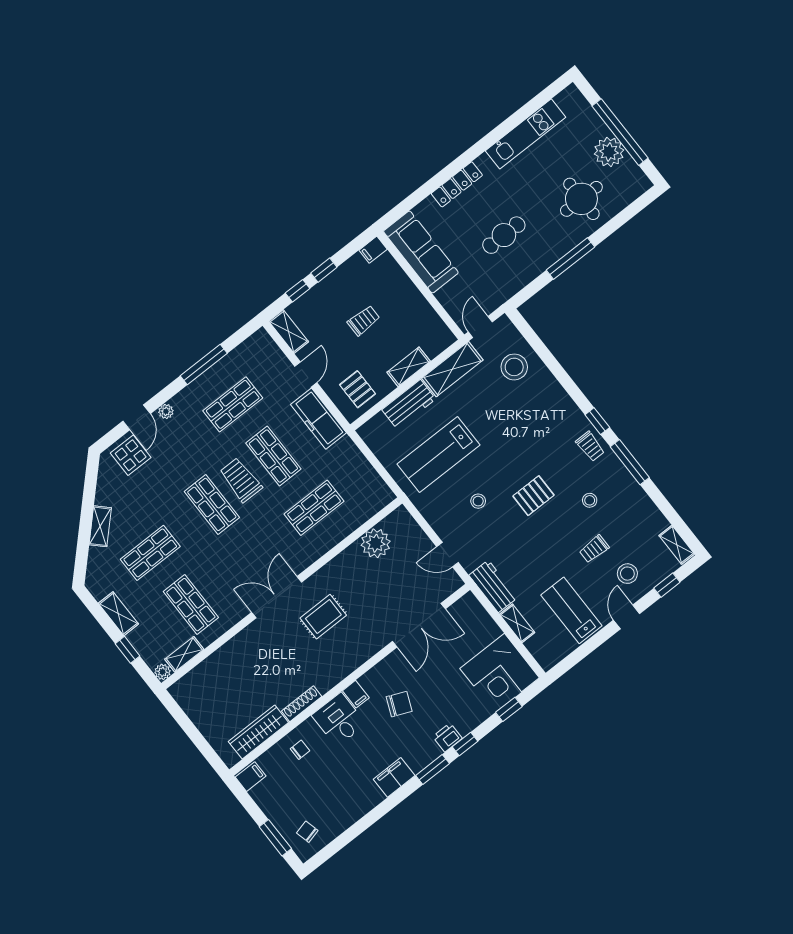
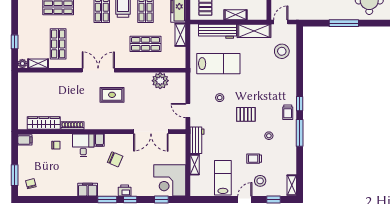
workbench: (409, 404) -> (217, 31), width x1.38
lab bench: (439, 455) -> (218, 64), turned 180
shelving: (118, 614) -> (180, 35), moved

